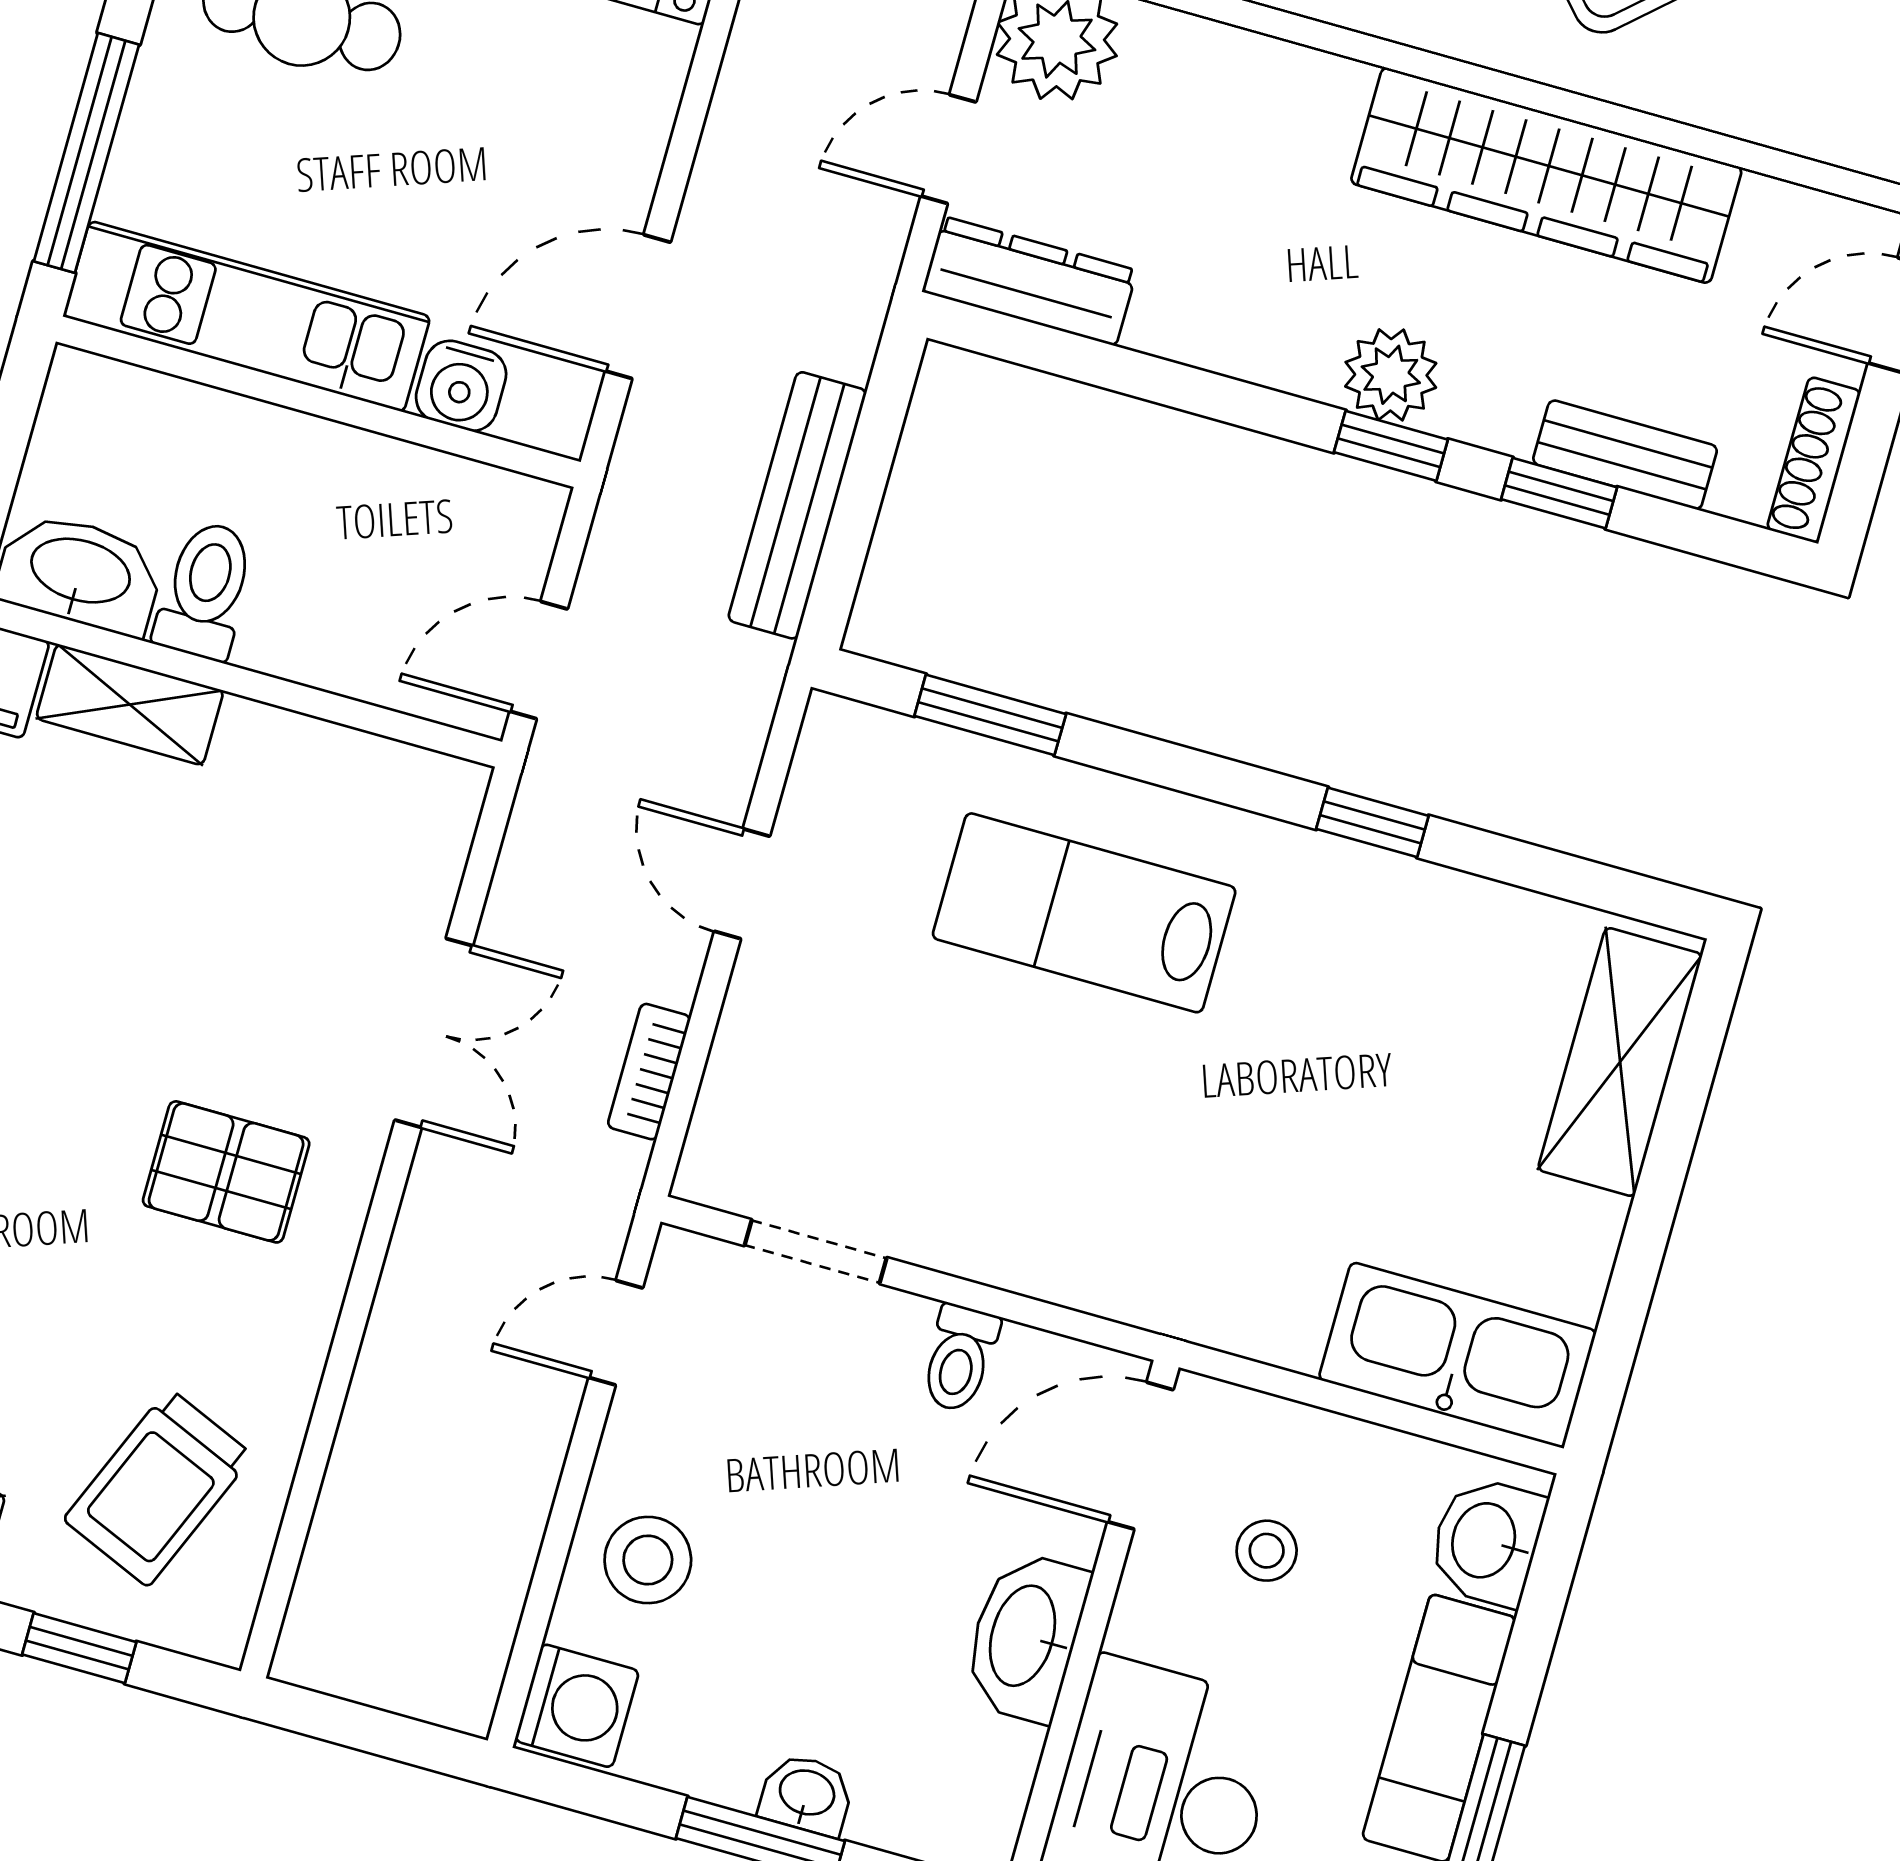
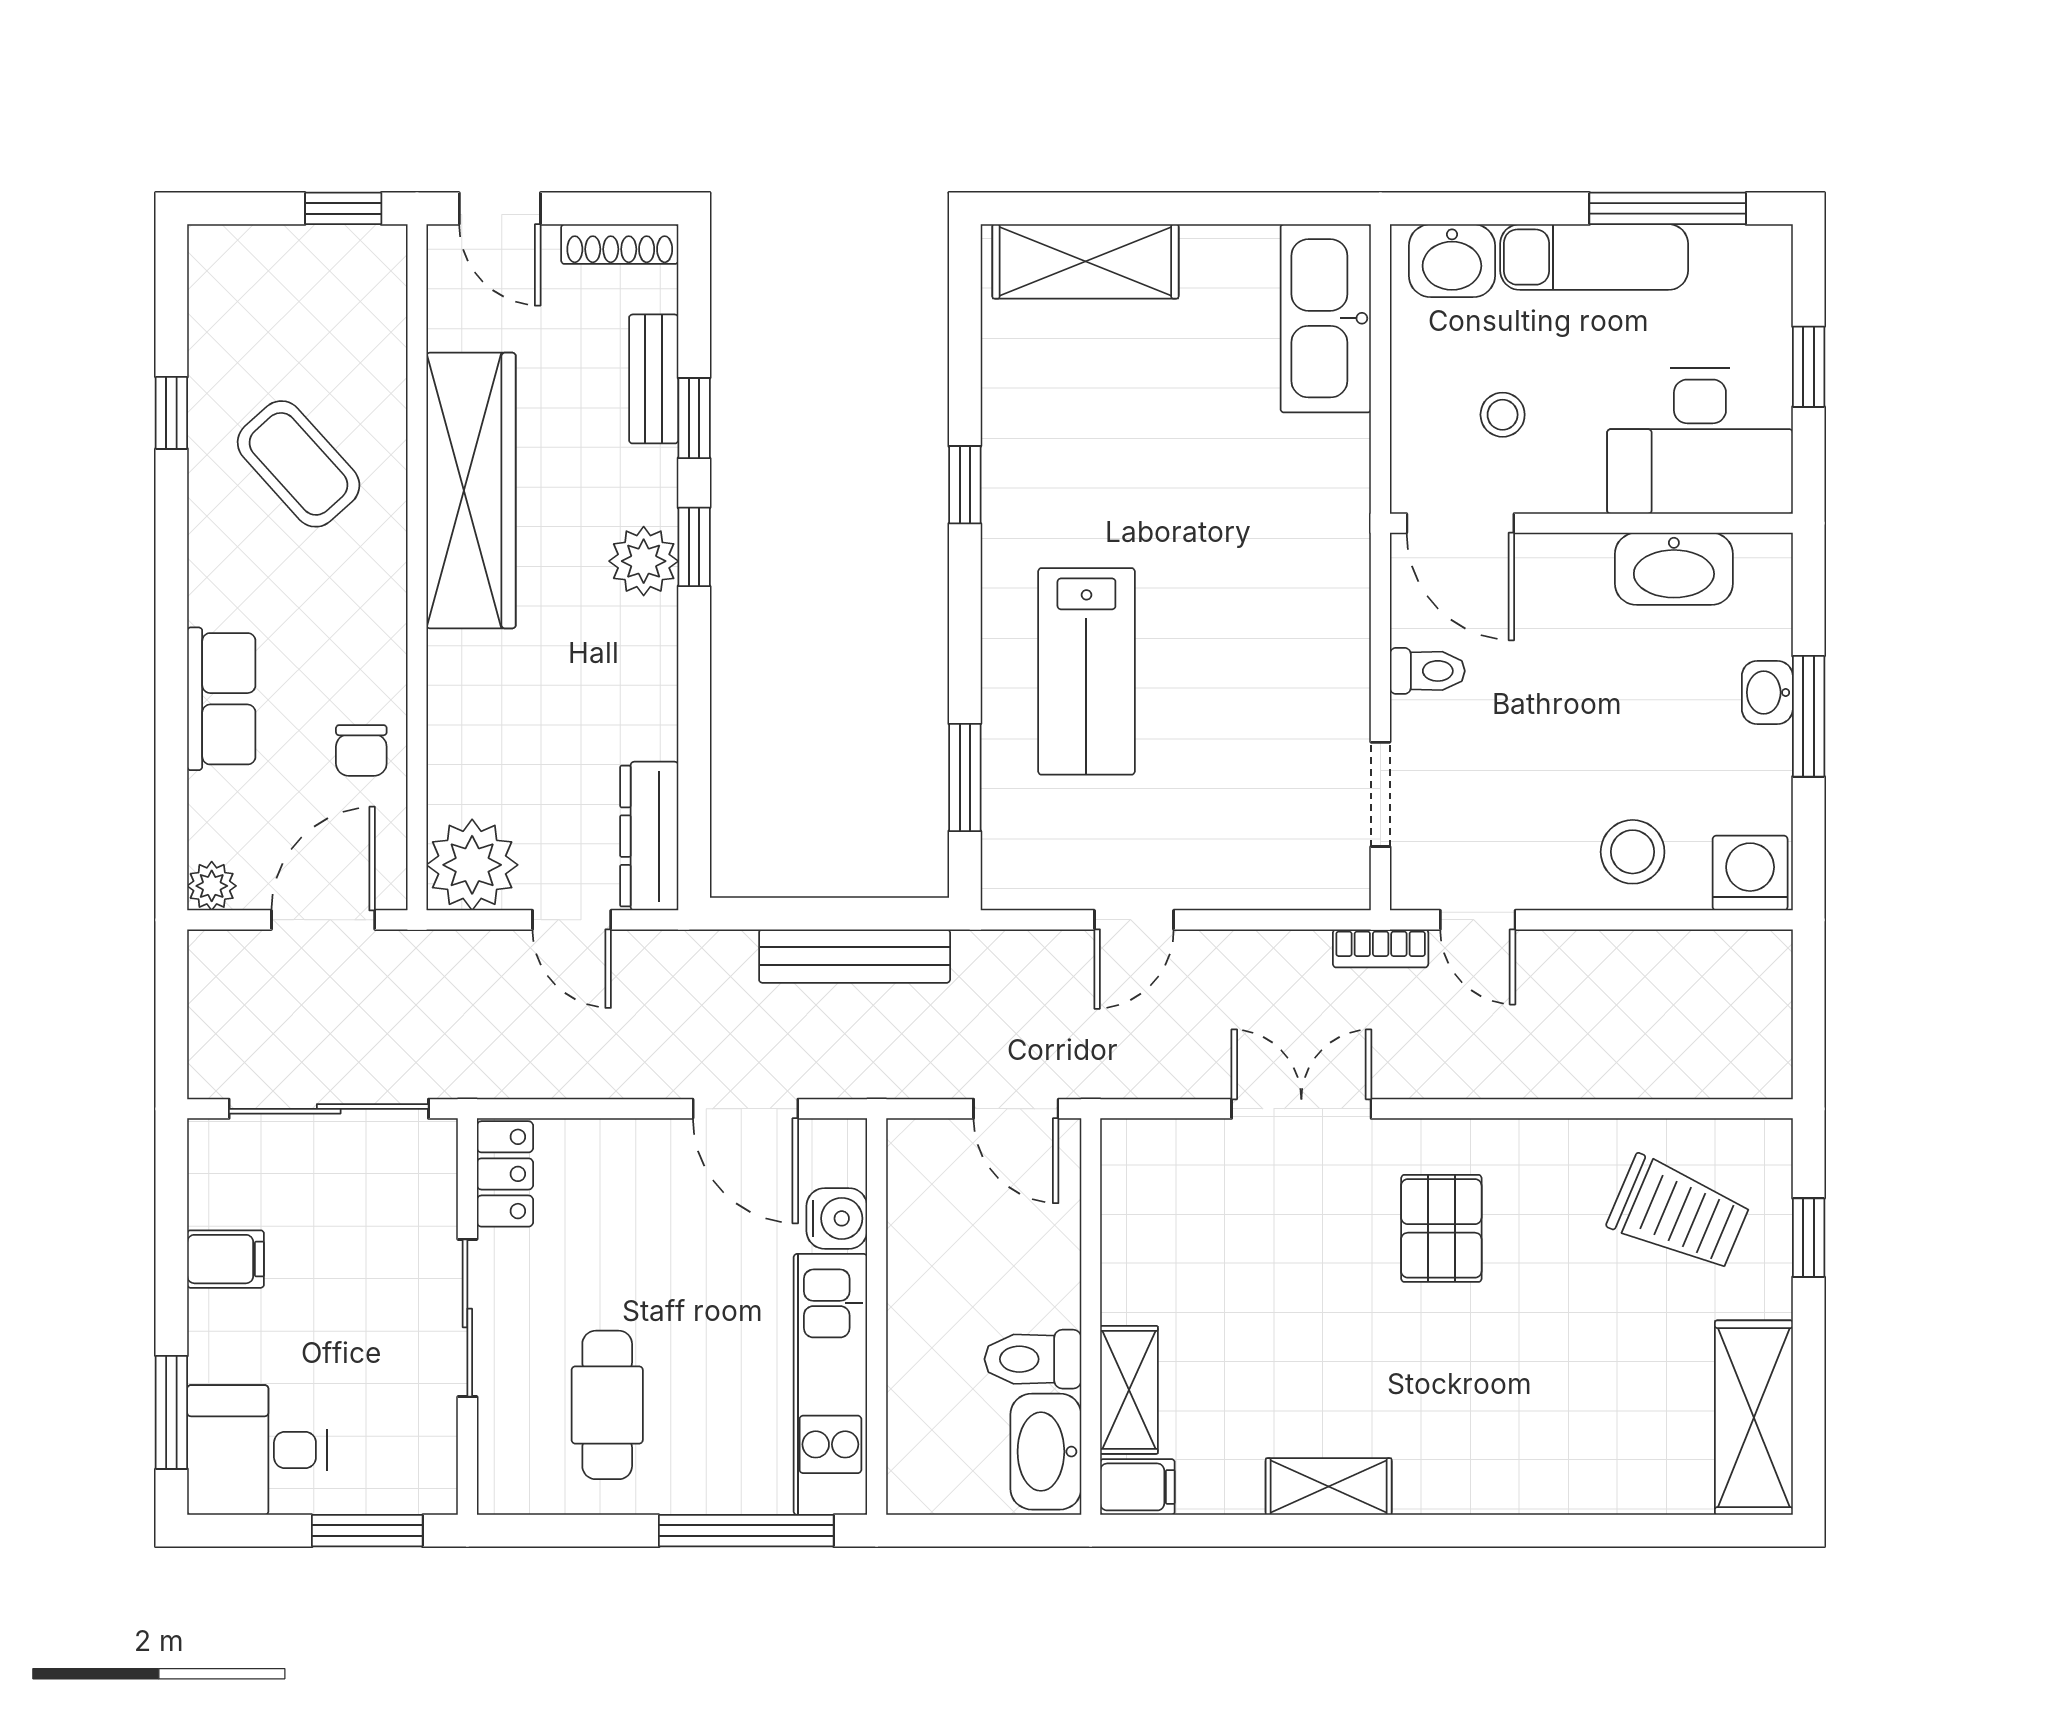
bookcase: (649, 1072) -> (1381, 948), moved
washbasin: (1025, 1637) -> (1674, 569), moved

